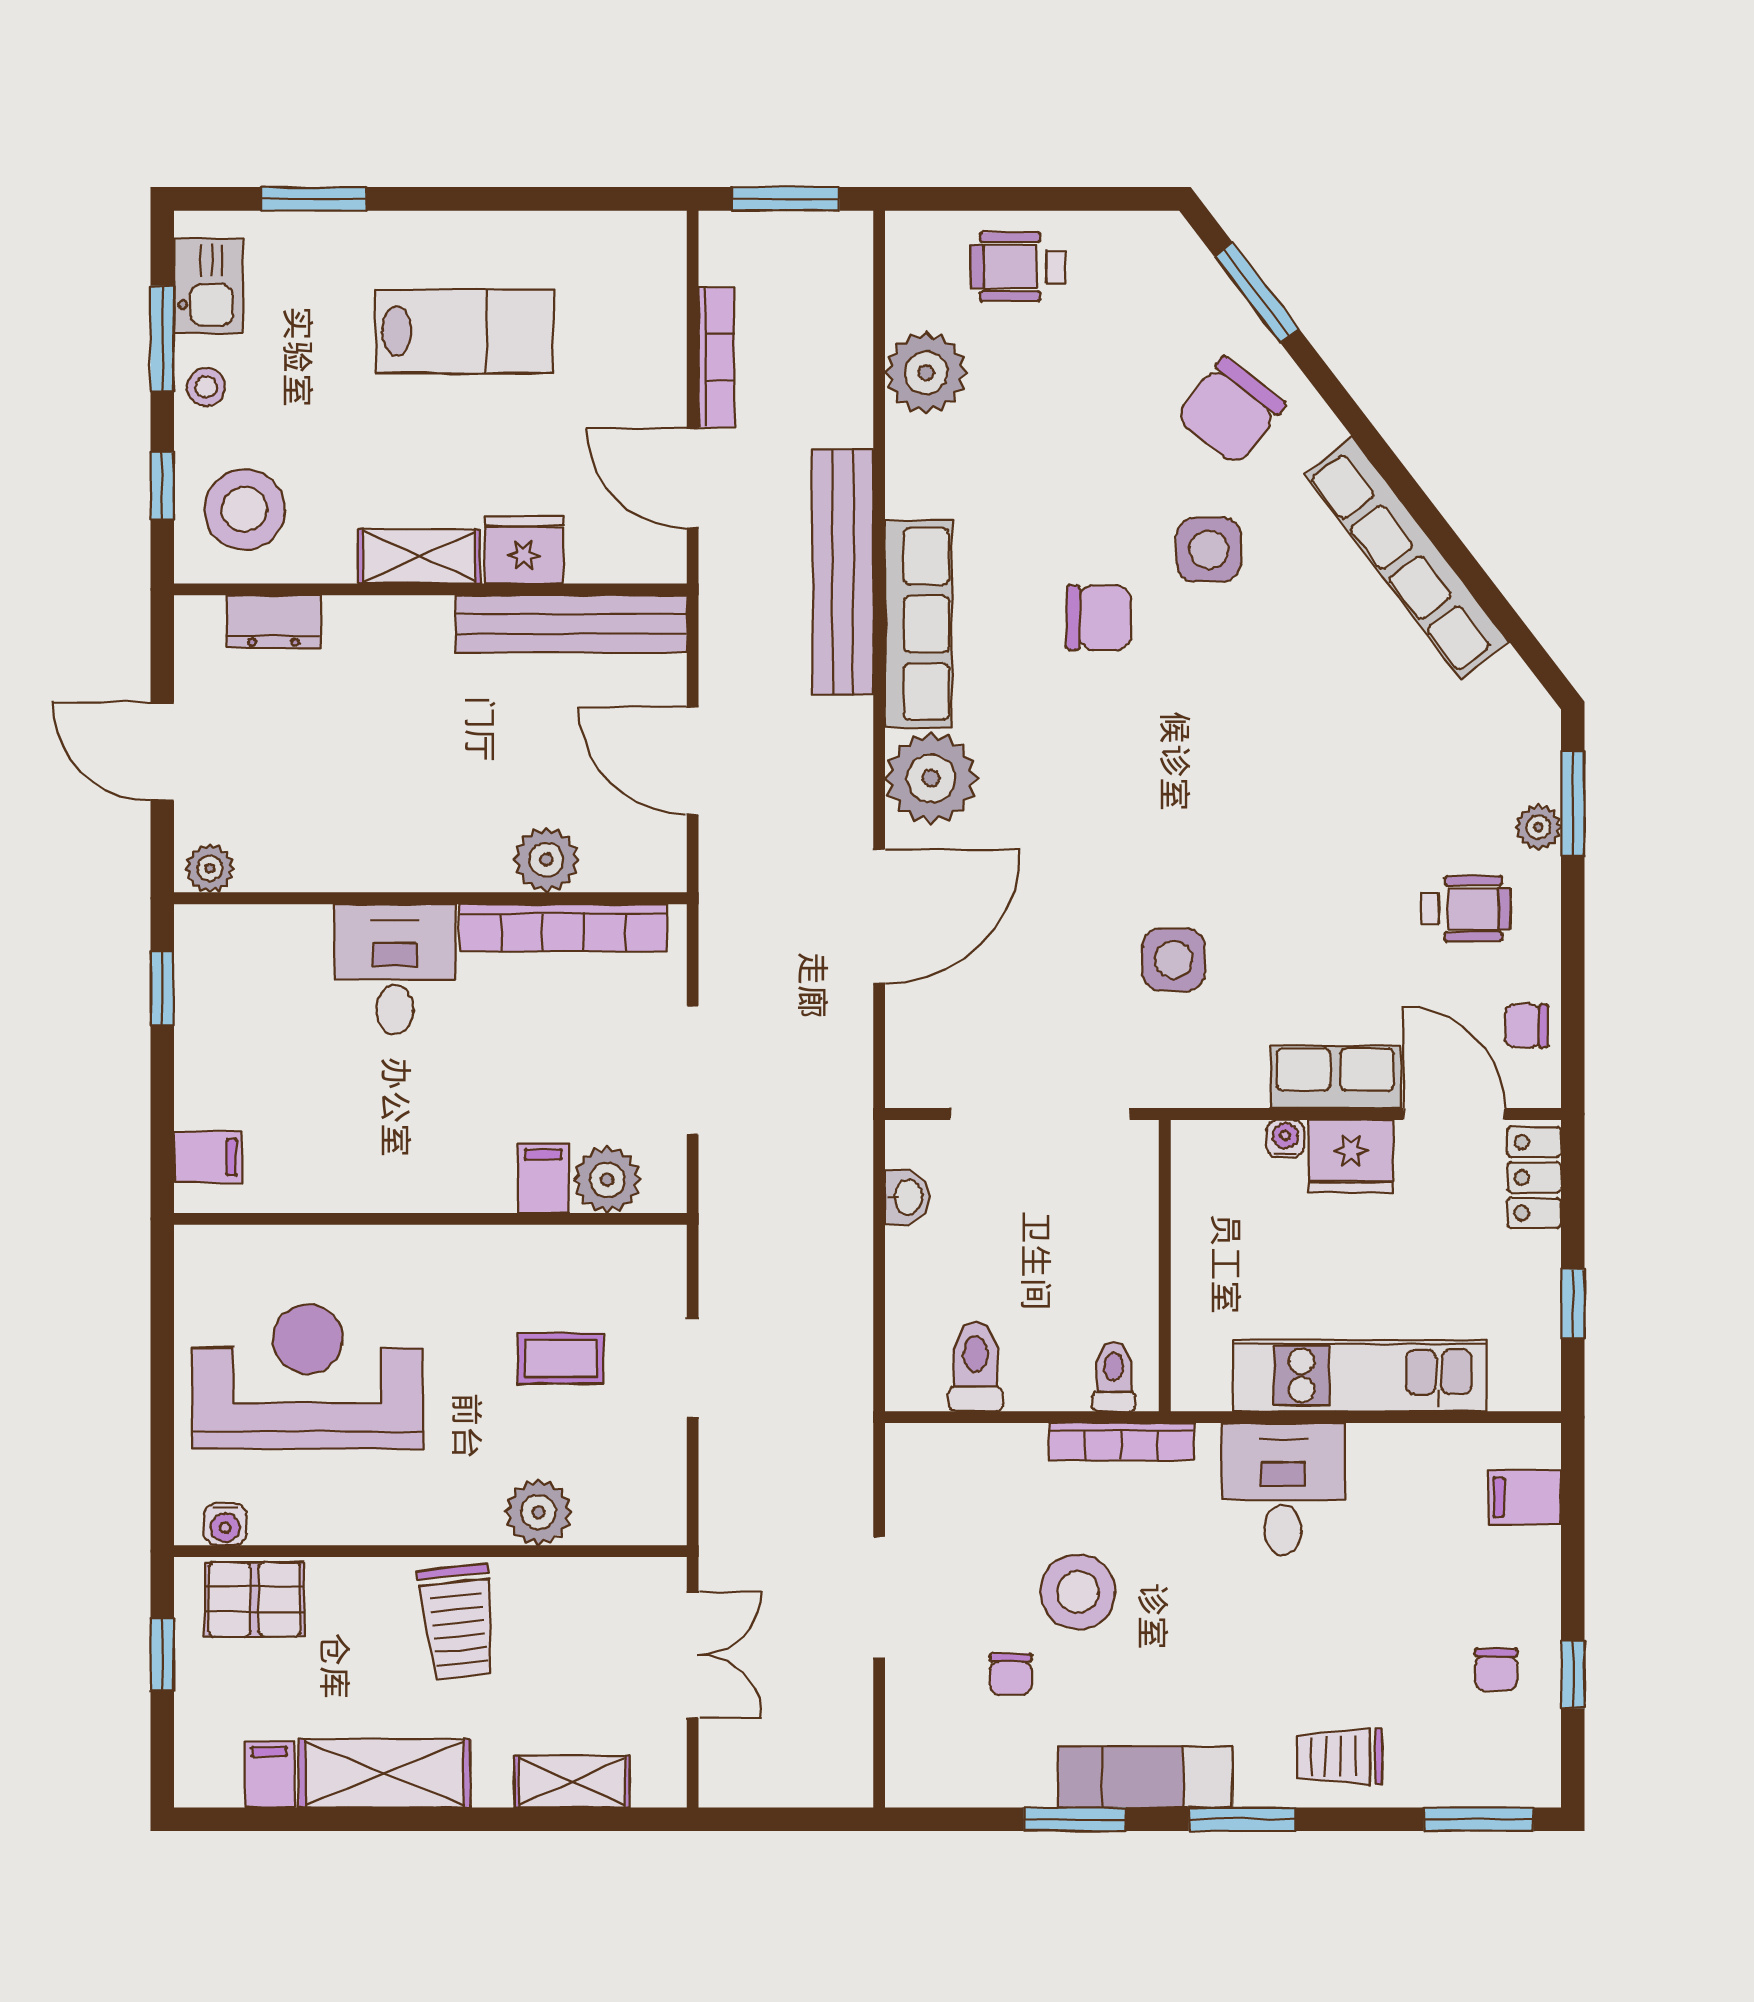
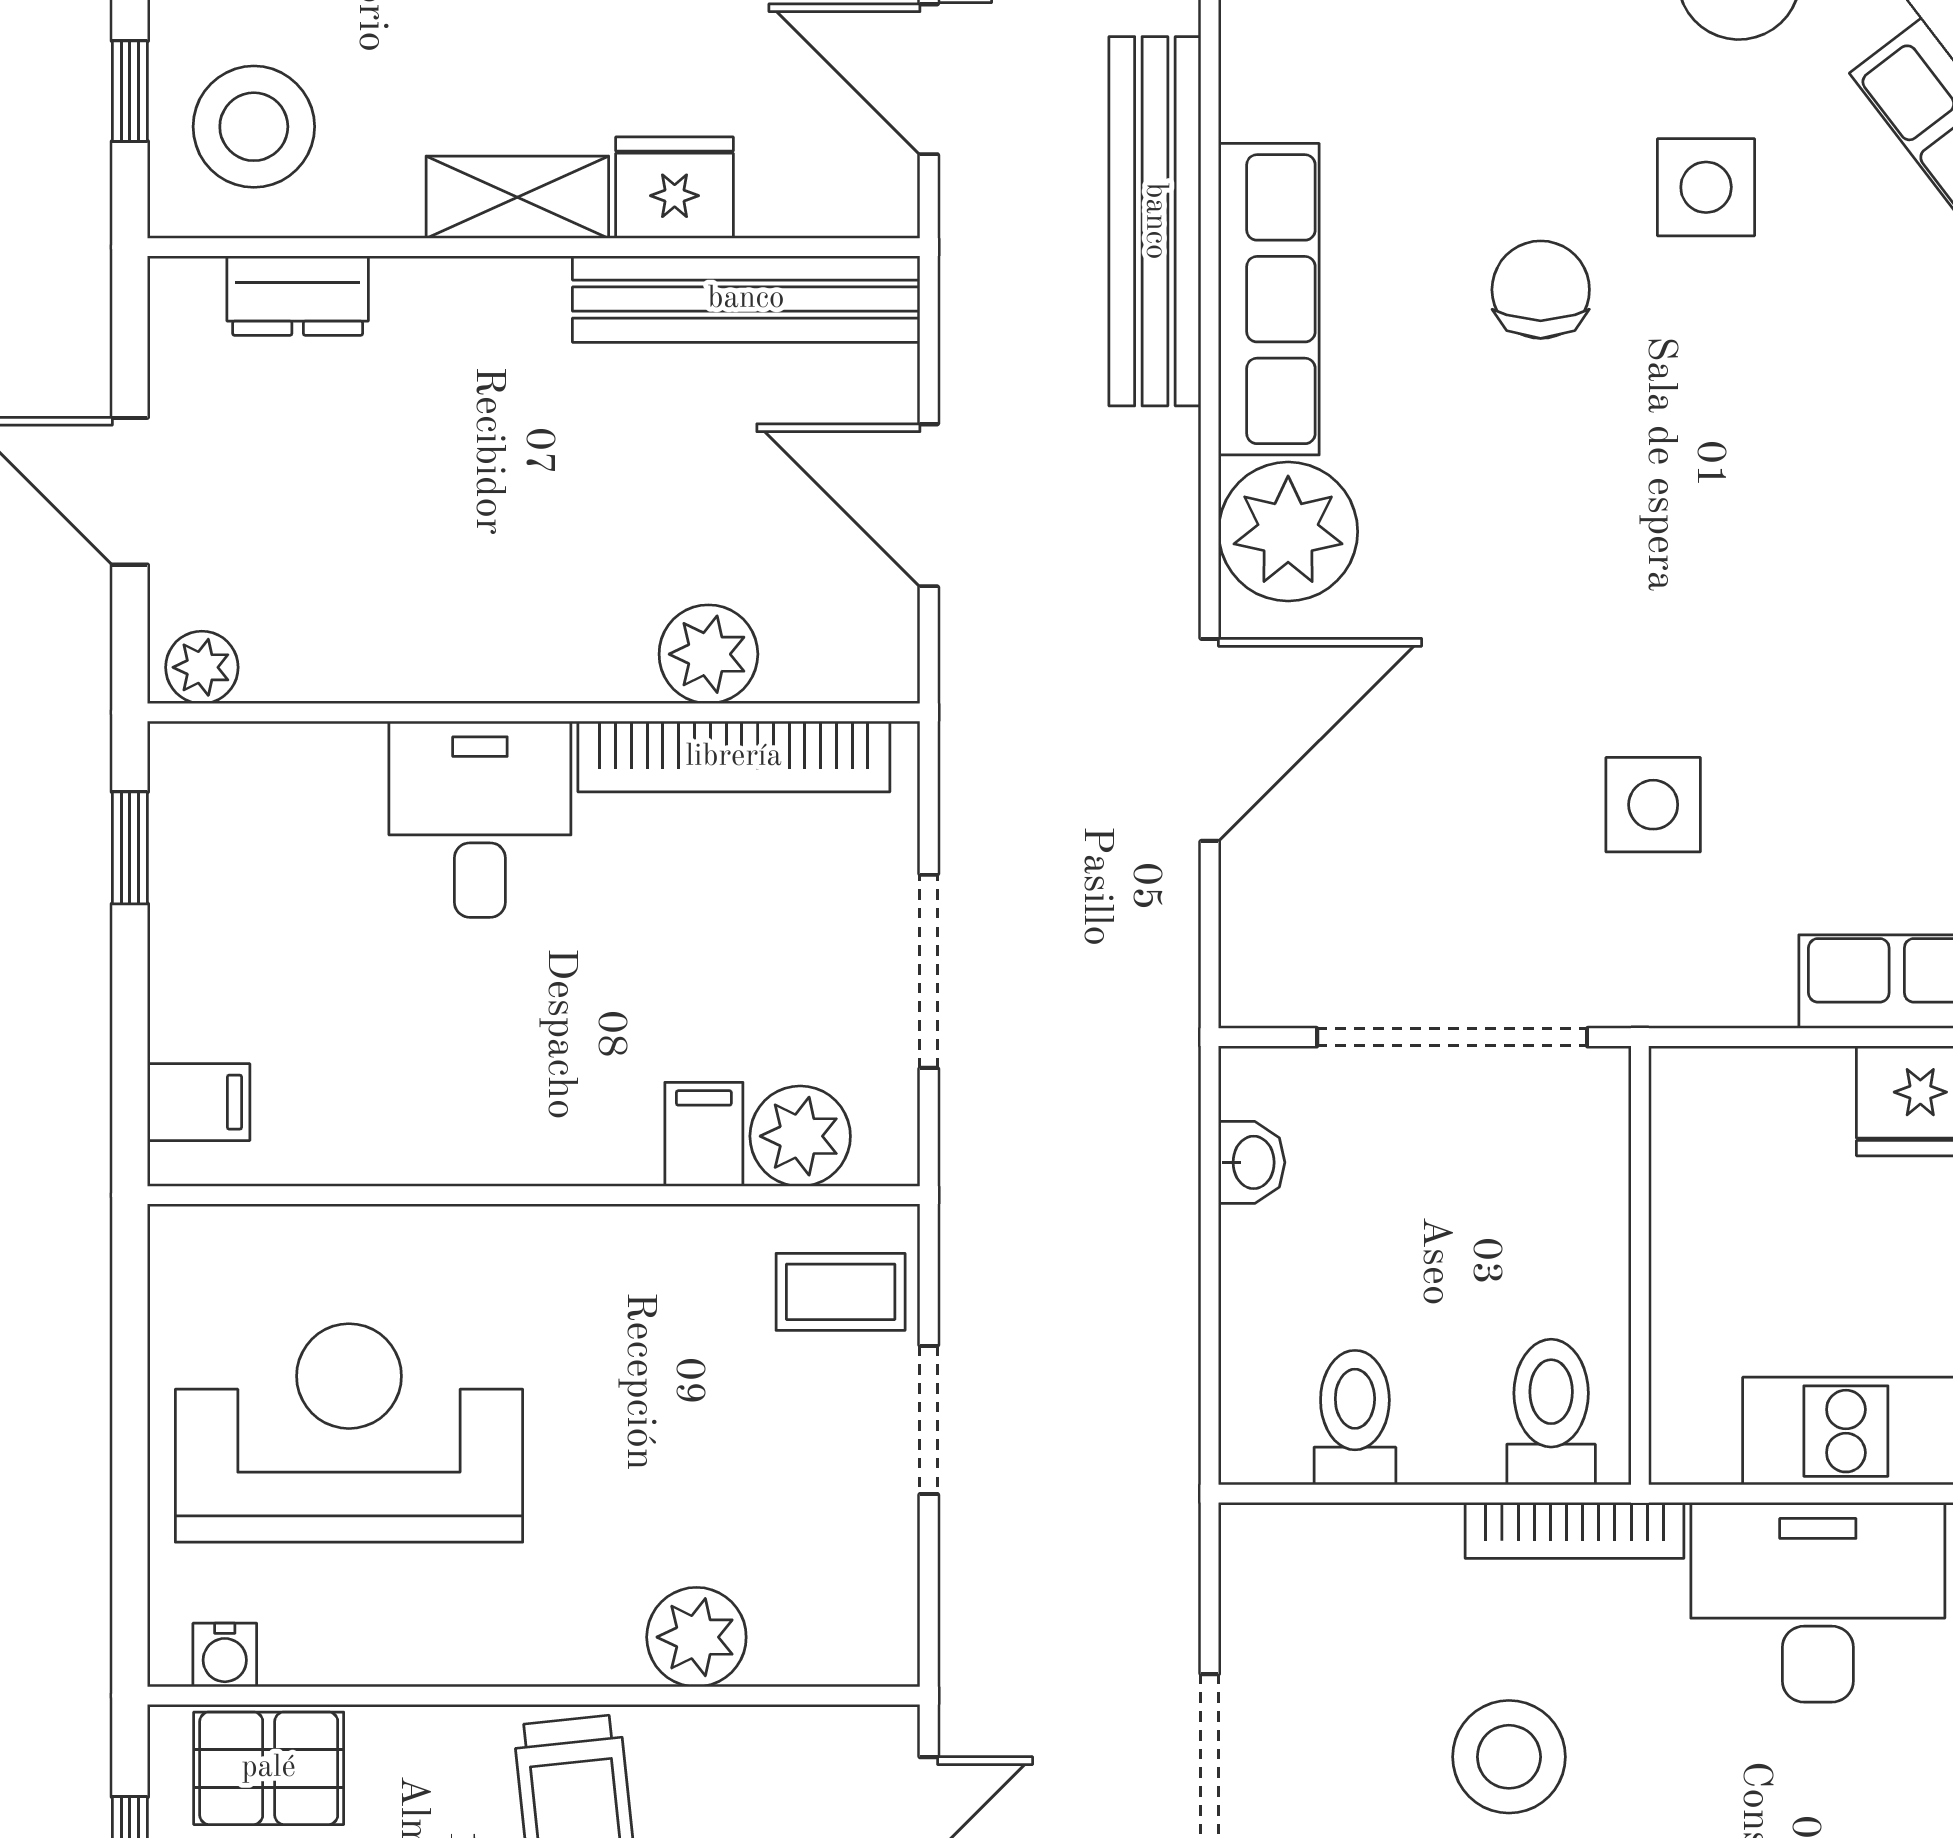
chair: (1099, 618) -> (1541, 290), turned -90
water cooler: (1285, 1138) -> (1821, 1074), removed
coffee table: (561, 1358) -> (841, 1292), moved
toilet: (1114, 1376) -> (1551, 1412), width x1.37, depth x1.39
desk: (1283, 1489) -> (1818, 1602), width x1.37

